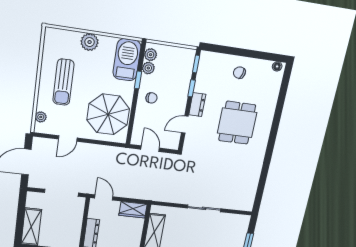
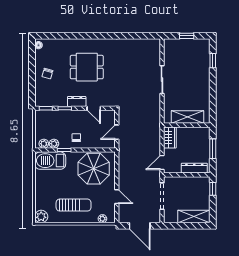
plant: (90, 42) -> (41, 217), moved

